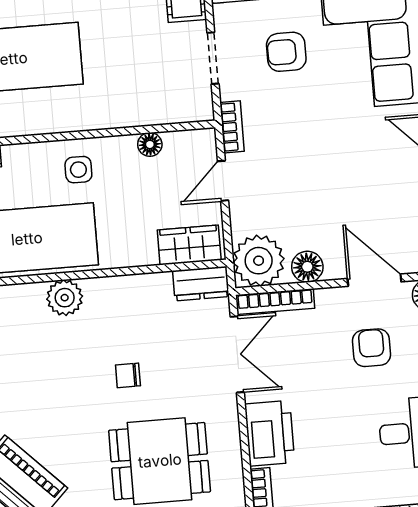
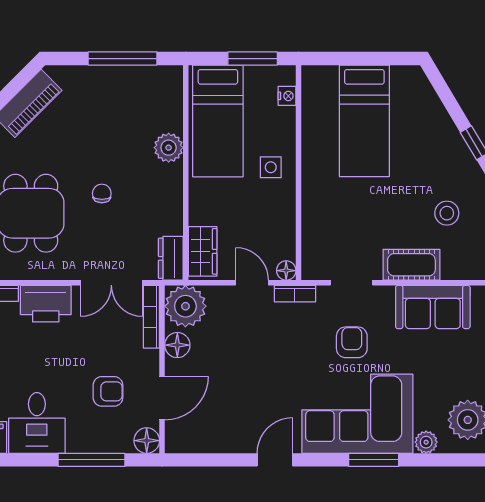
floor lamp: (150, 144) -> (286, 271), moved

